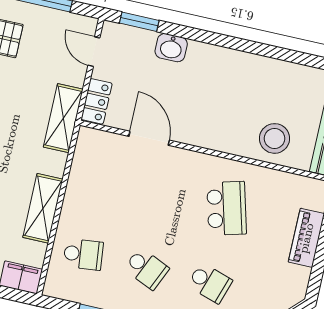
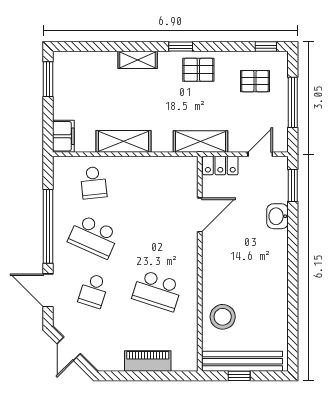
school desk: (227, 208) -> (157, 291), turned 33
school desk: (147, 269) -> (94, 237), width x1.85

